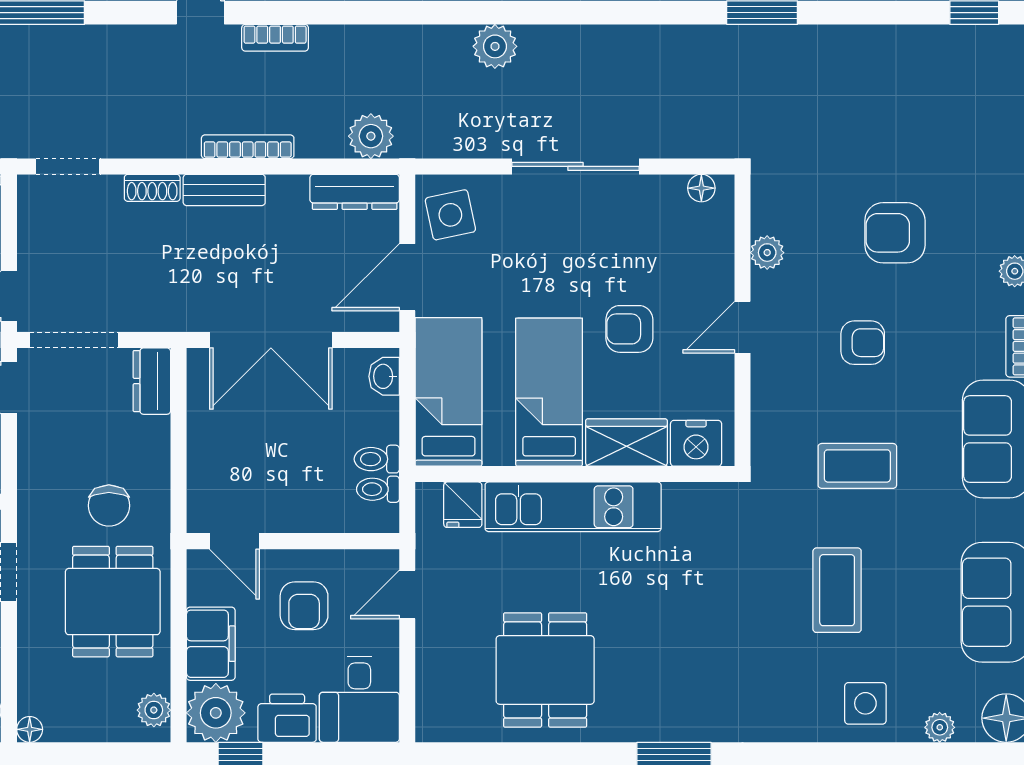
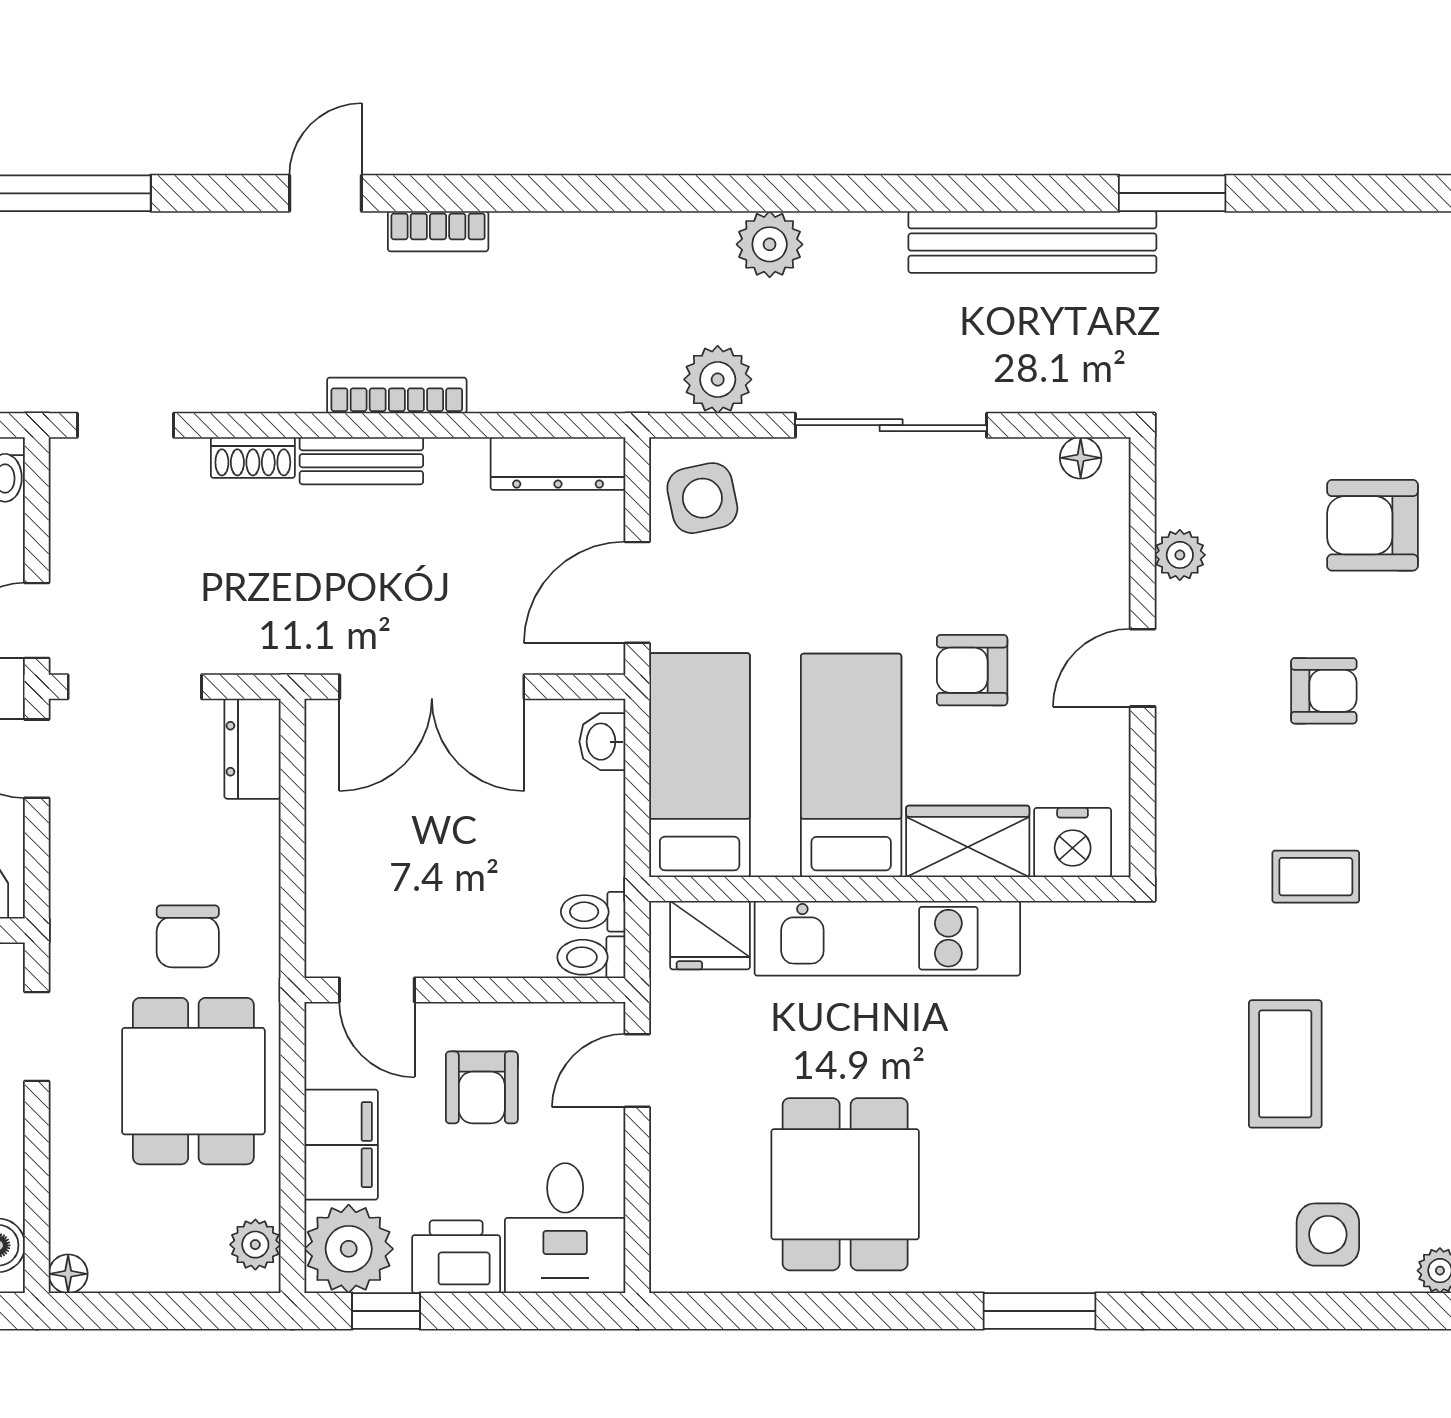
bench: (669, 45) -> (1032, 242), added
plant: (371, 136) -> (718, 379), moved
toilet: (377, 459) -> (591, 957), moved
coffee table: (857, 466) -> (1316, 877), width x0.73, depth x0.77
fridge: (463, 505) -> (710, 935), width x1.38

